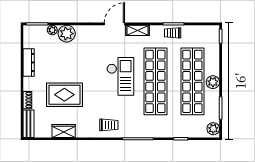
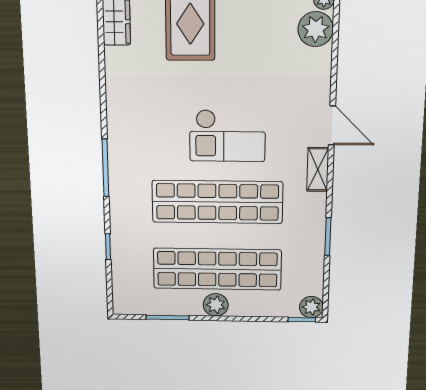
trolley: (173, 33) -> (311, 235), removed
trolley: (109, 125) -> (131, 113), removed
plant: (213, 129) -> (311, 307), moved

